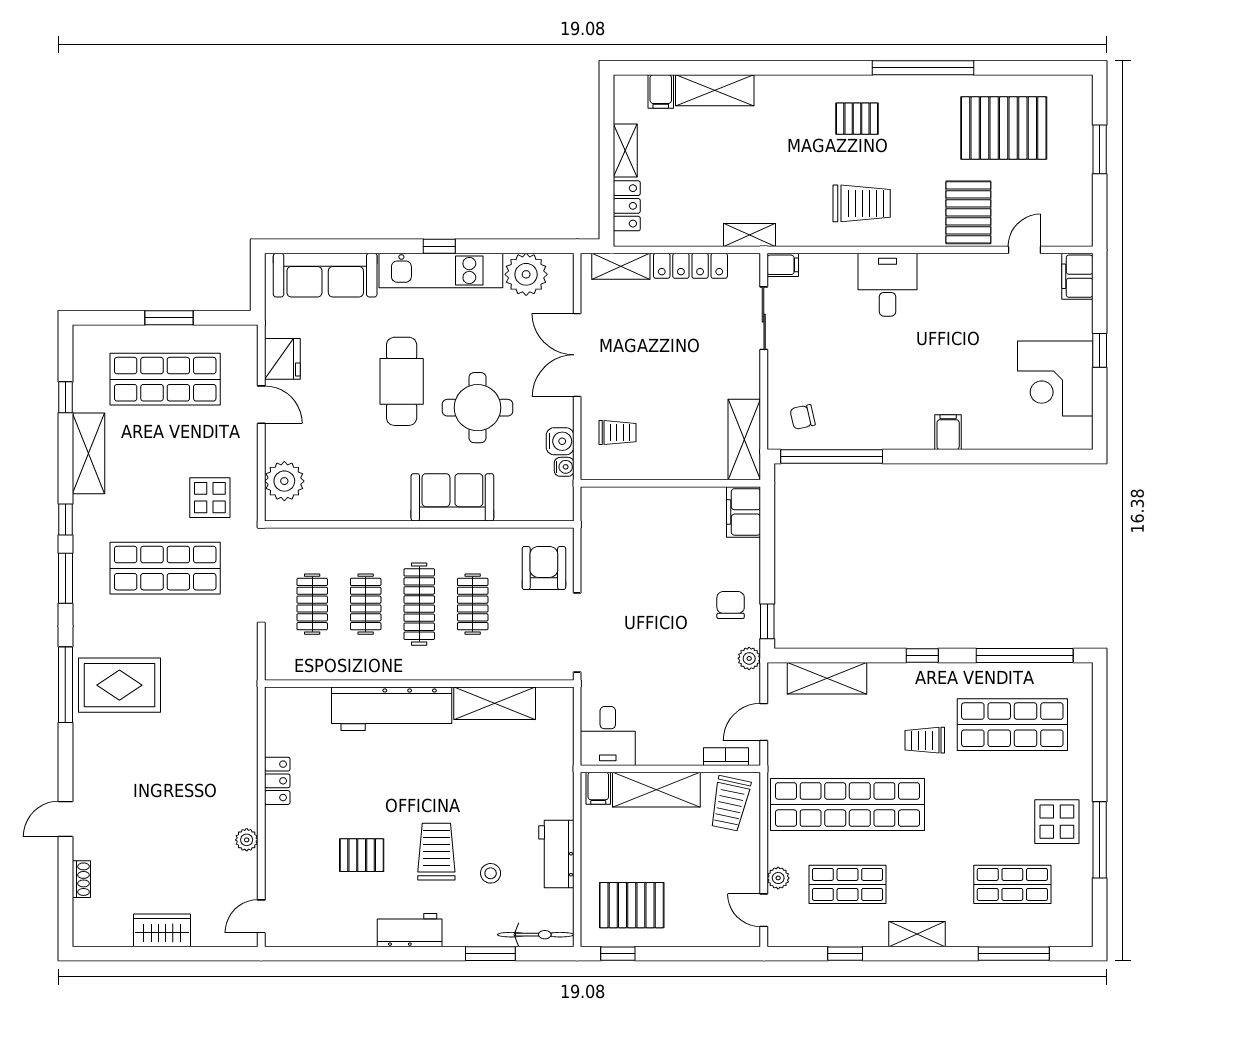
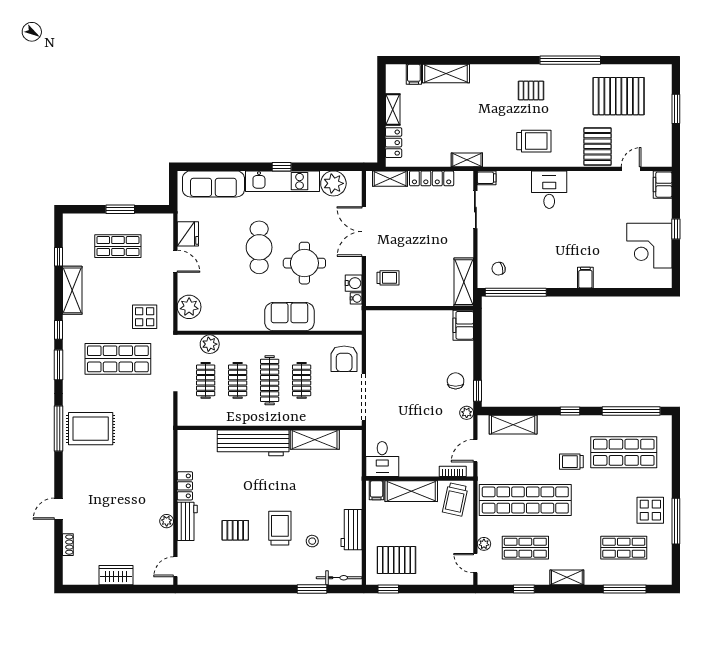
shop shelf: (165, 379) -> (118, 246), width x0.70, depth x0.74
plant: (319, 543) -> (210, 344), added
armchair: (544, 568) -> (344, 359), turned 180
workbench: (410, 930) -> (187, 521), moved, turned 90

